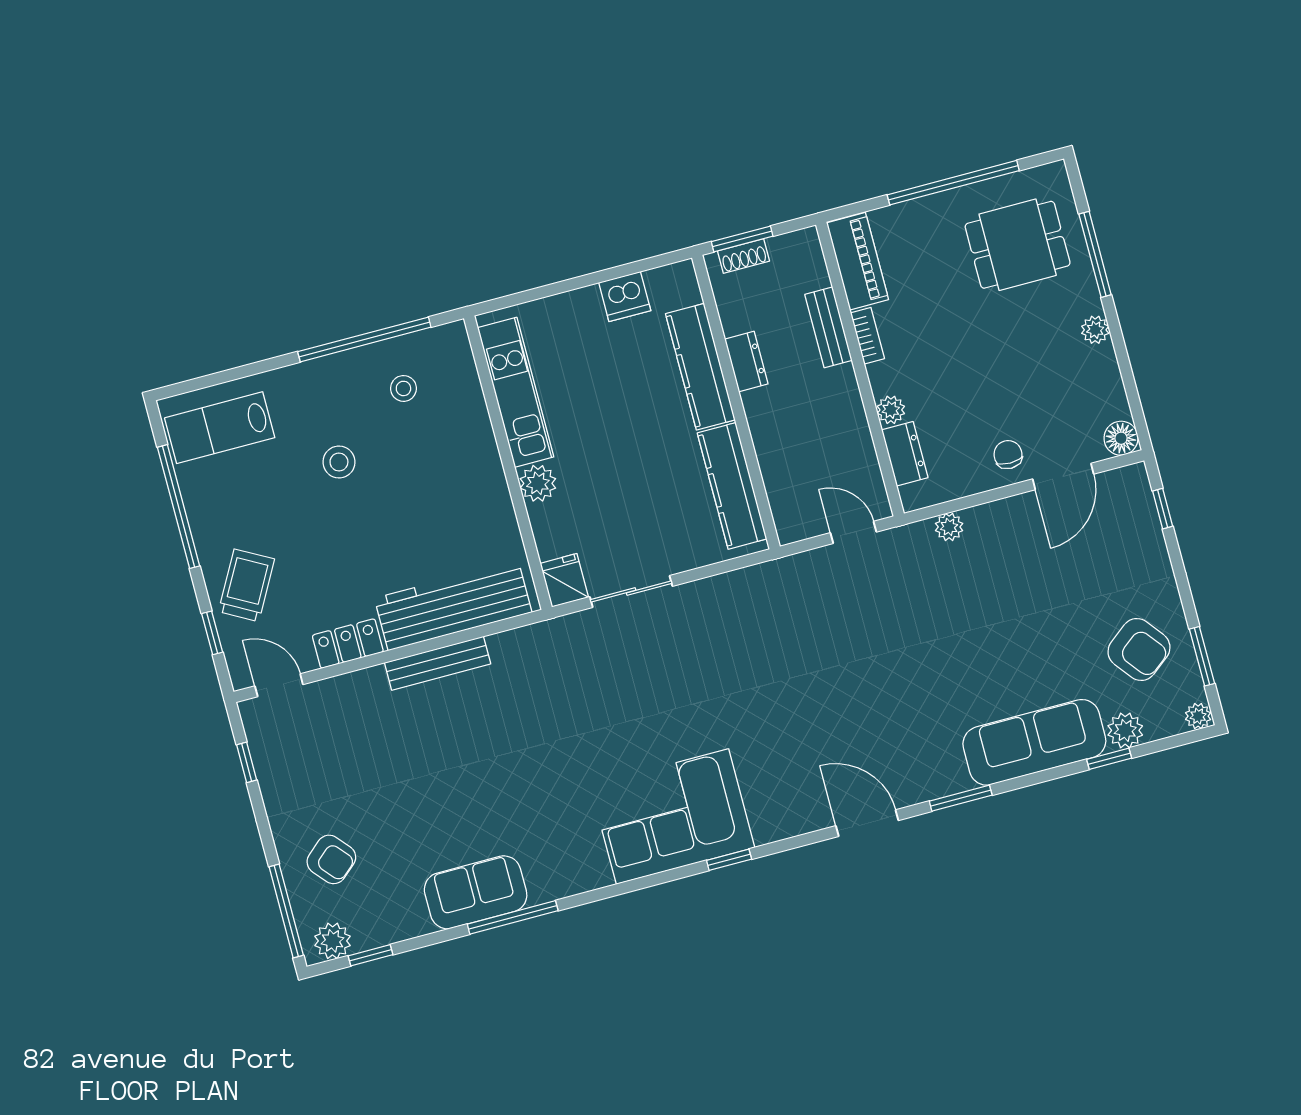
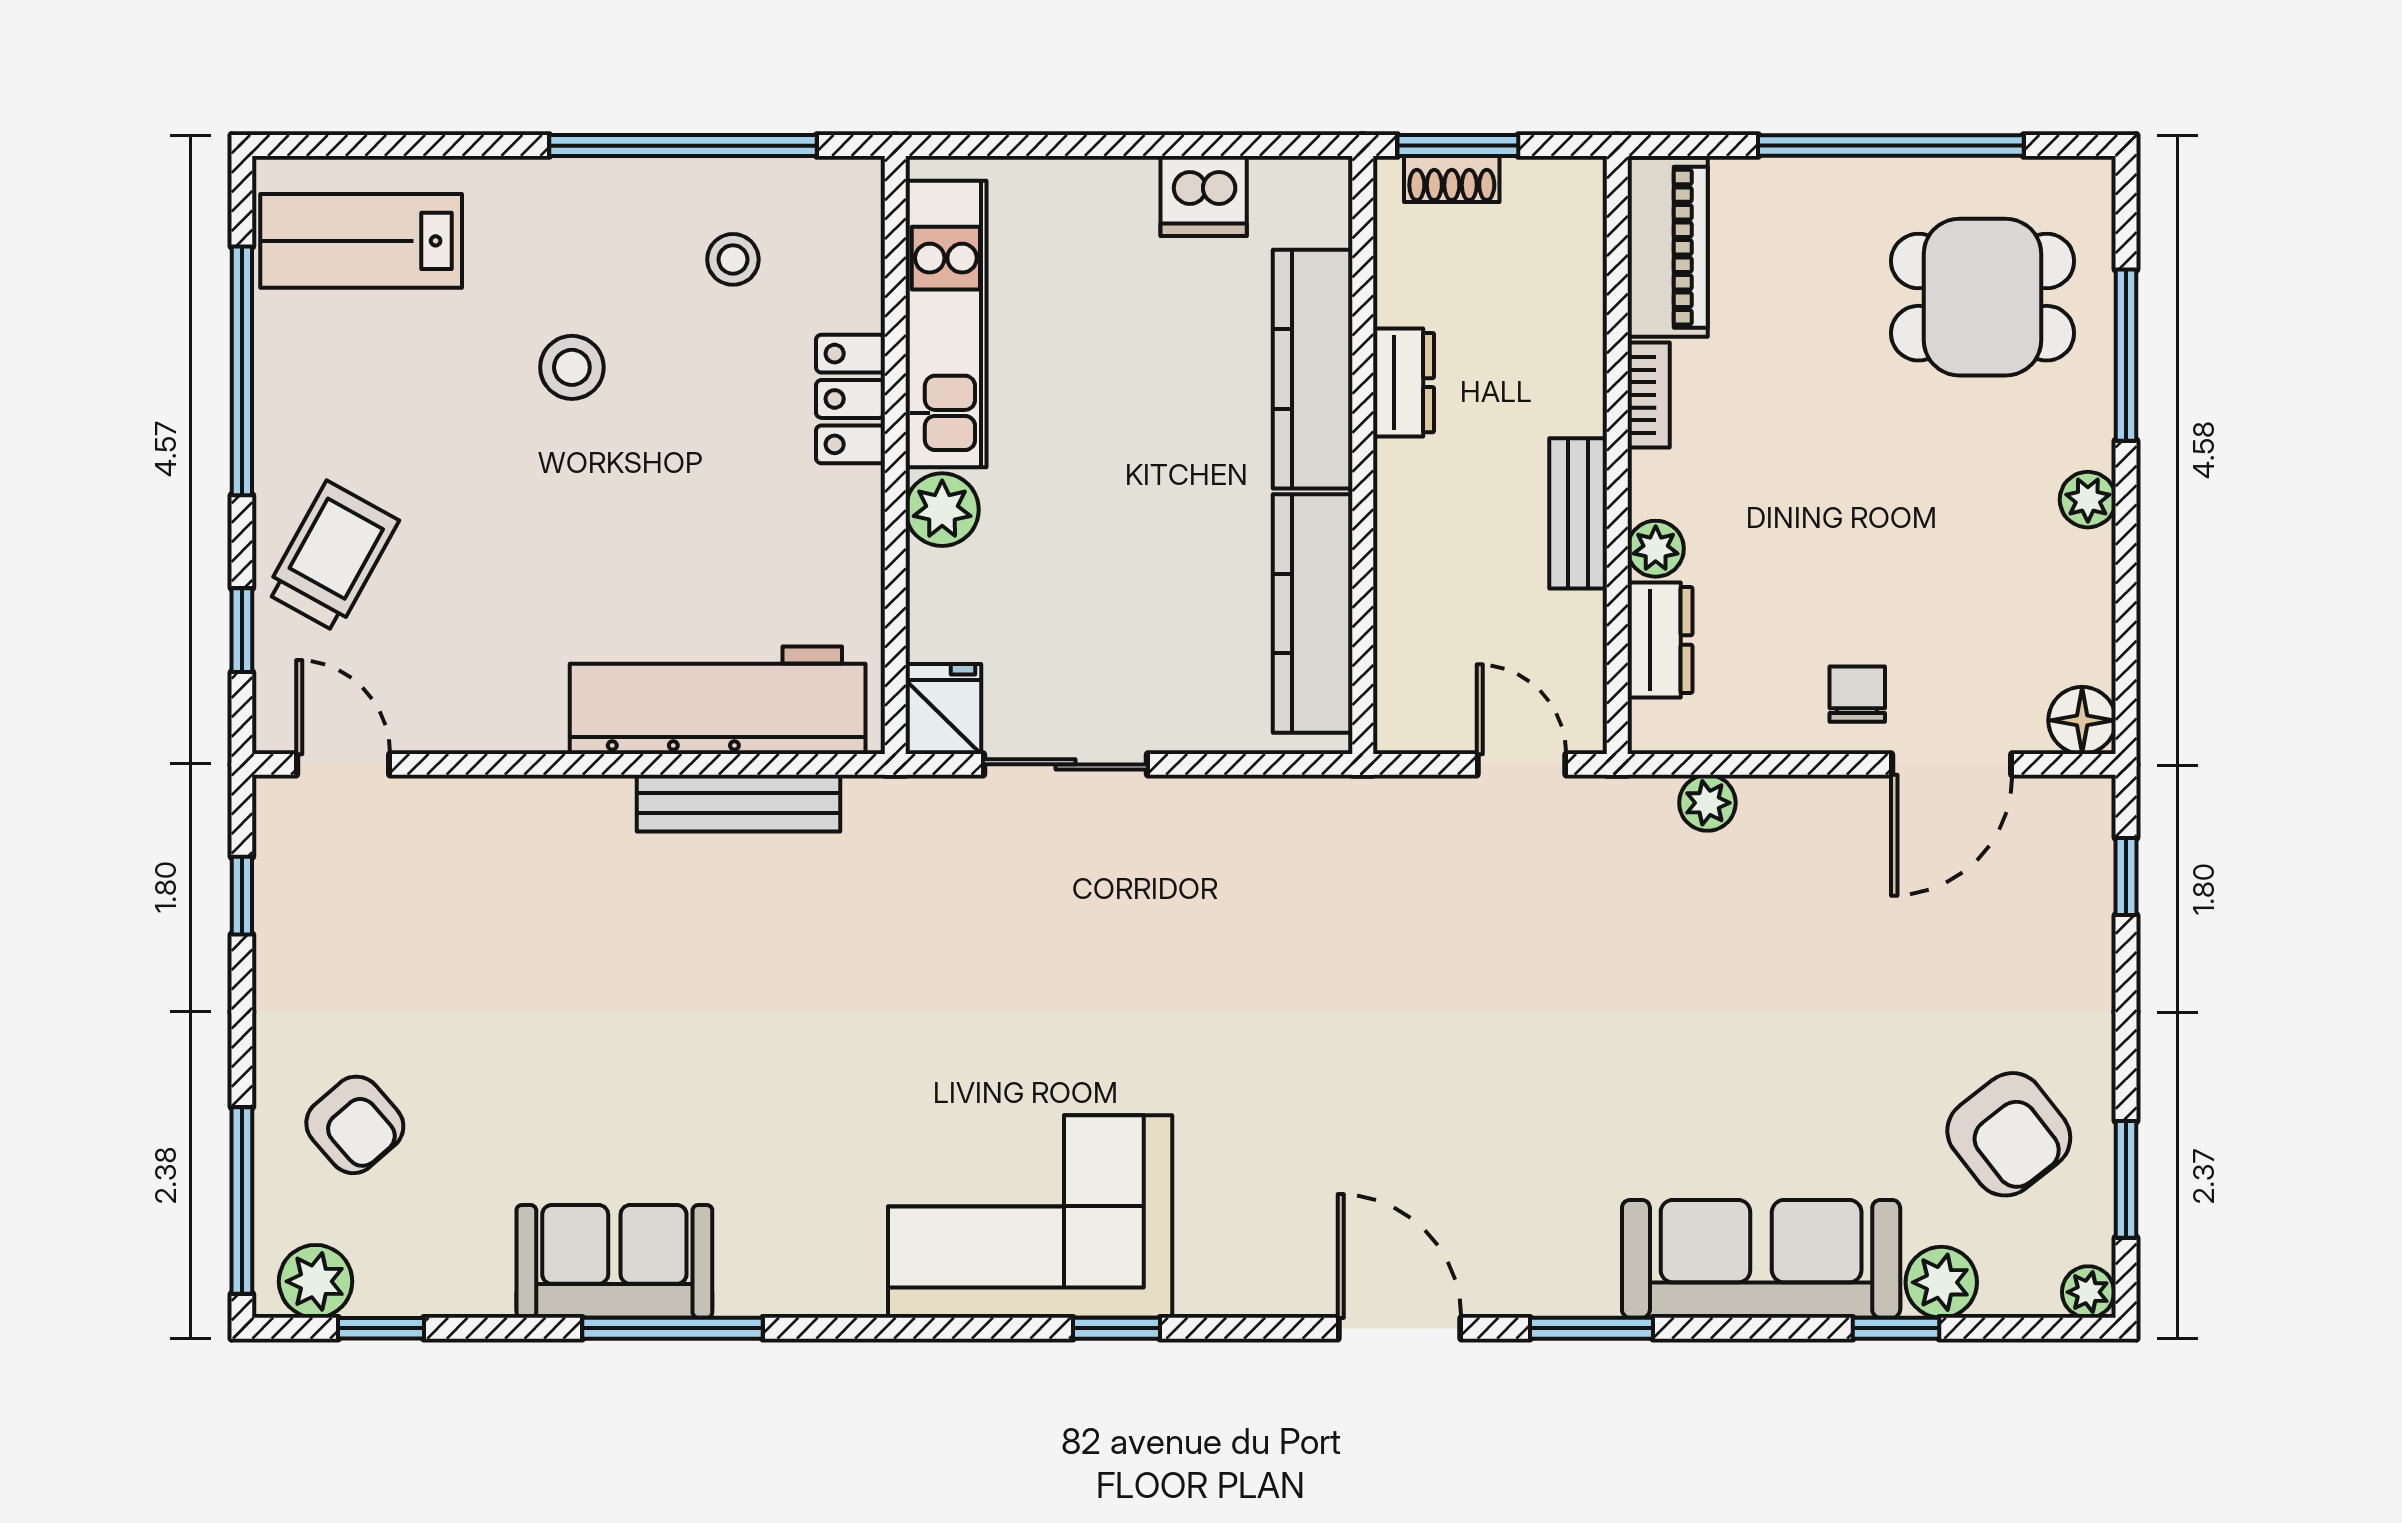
bench: (828, 327) -> (1578, 513), moved
locker: (348, 644) -> (850, 399), moved, turned -90
bench: (438, 663) -> (739, 803), moved

